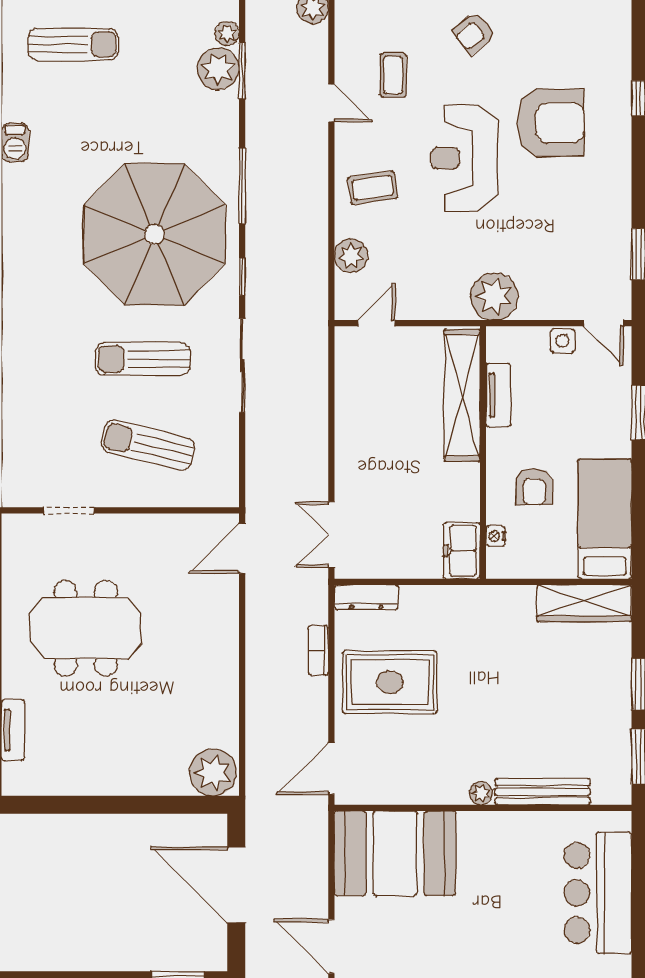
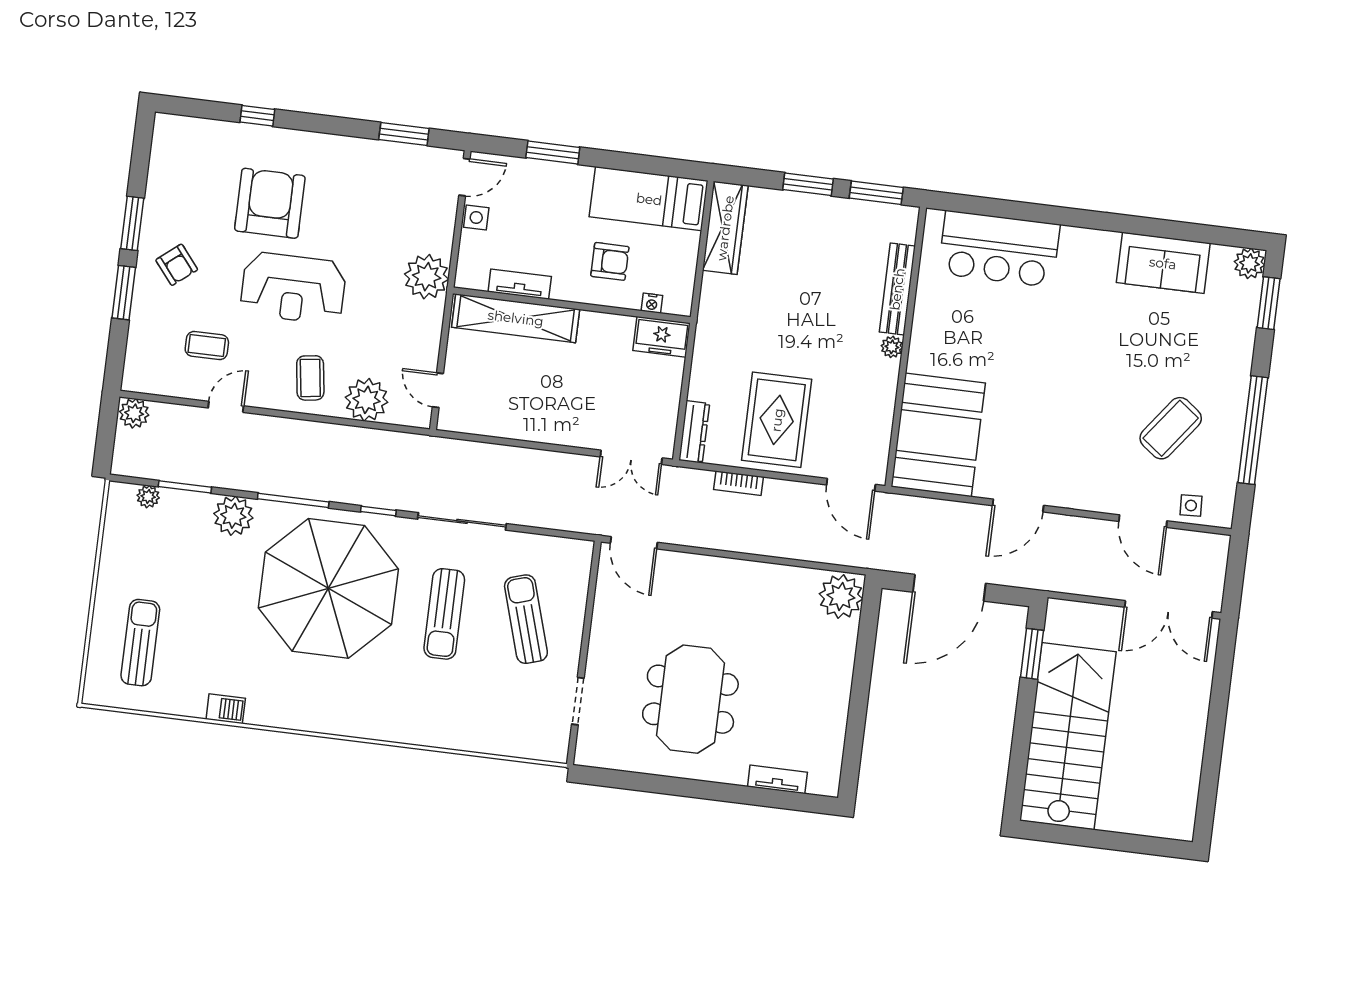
plant: (218, 69) -> (233, 516), moved
plant: (351, 256) -> (367, 400), width x1.36, depth x1.36
sun lounger: (148, 445) -> (526, 619), turned 149

